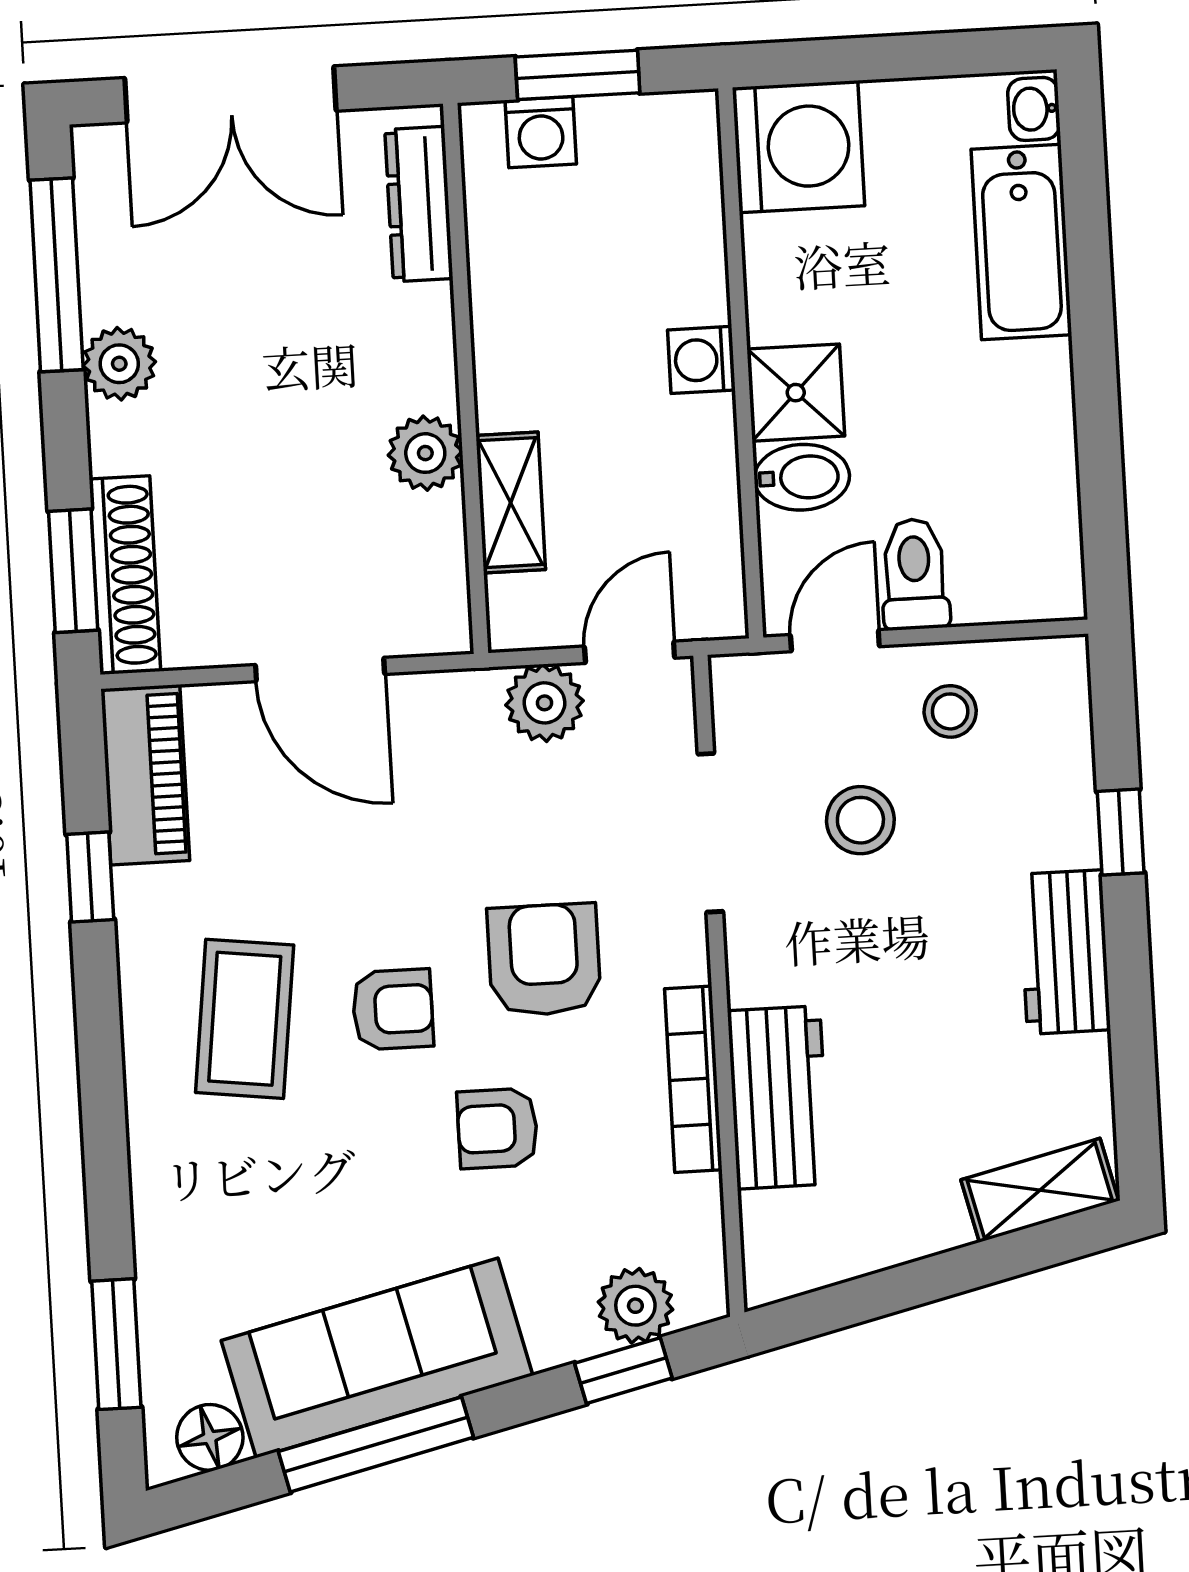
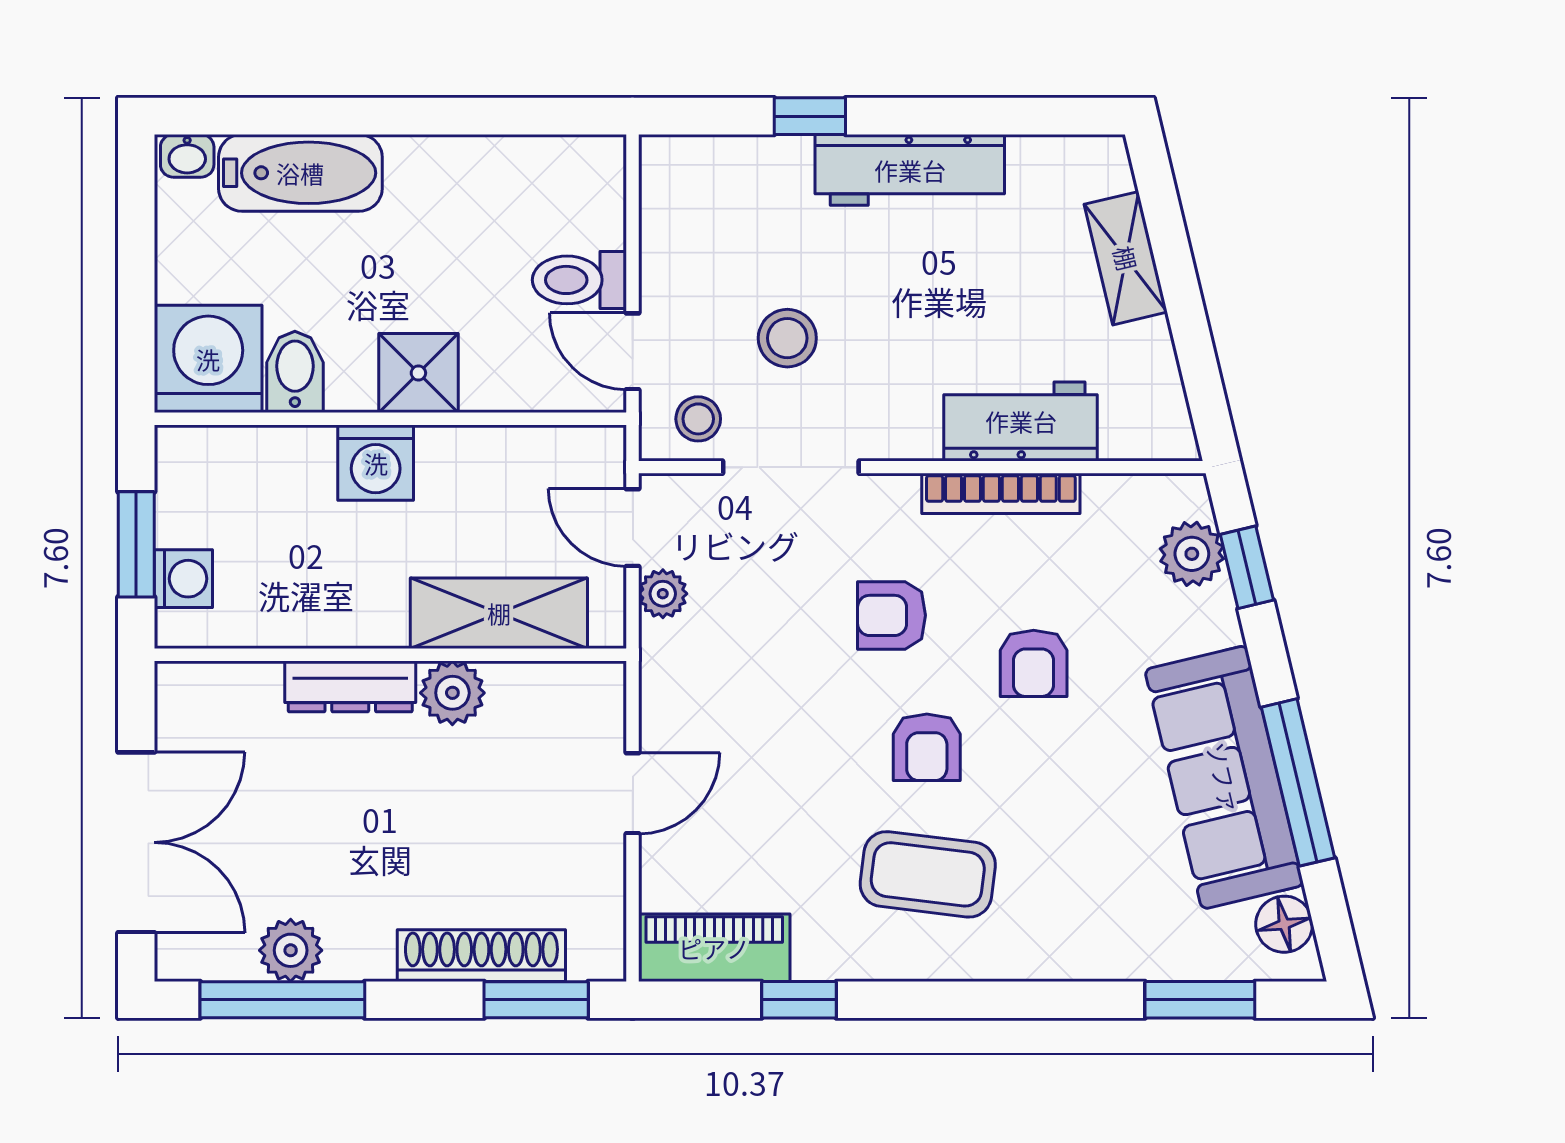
dresser: (419, 204) -> (350, 686), moved
washing machine: (701, 360) -> (376, 463), width x1.38, depth x1.38
plant: (119, 364) -> (291, 950), moved
bidet: (802, 477) -> (295, 372), moved
shelving: (511, 503) -> (499, 613), width x1.50, depth x1.33
shoe rack: (125, 575) -> (481, 956), moved
door: (320, 669) -> (633, 793), width x0.73
plant: (545, 703) -> (663, 594), width x0.73, depth x0.73
stool: (950, 711) -> (698, 419), moved
workbench: (1065, 952) -> (910, 170), width x1.38
armchair: (544, 960) -> (892, 615), width x0.72, depth x0.72
armchair: (393, 1009) -> (927, 747), turned 180
shelving: (1040, 1190) -> (1126, 258), moved

